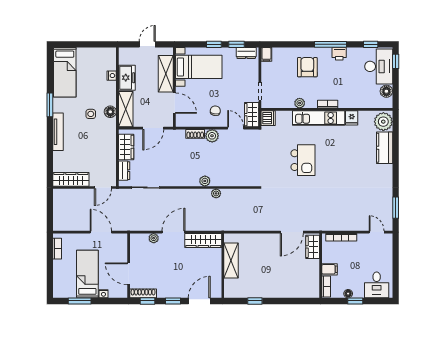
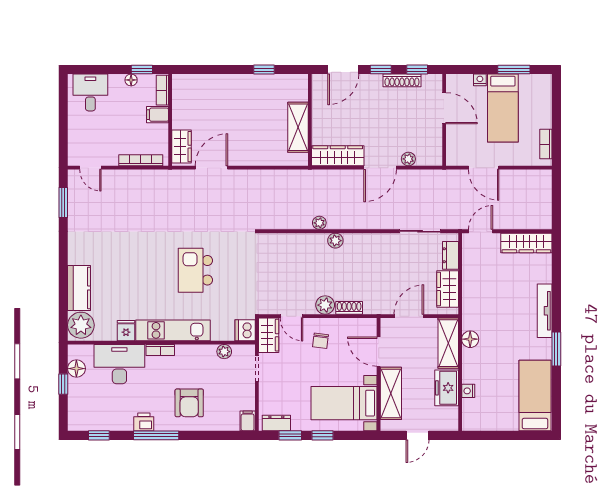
window: (396, 61) -> (63, 384), moved
desk: (379, 66) -> (119, 364), moved, turned 90
plant: (300, 103) -> (224, 352), moved
side table: (91, 114) -> (498, 336), removed
shoe rack: (143, 293) -> (402, 80), moved
window: (355, 301) -> (142, 70), moved

